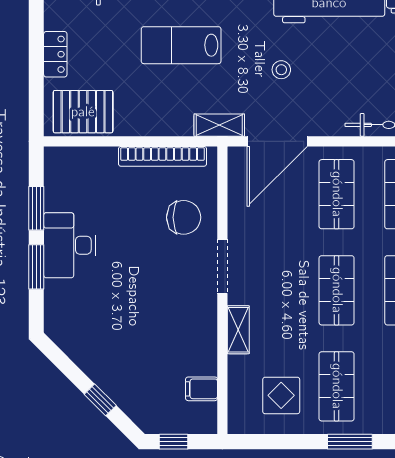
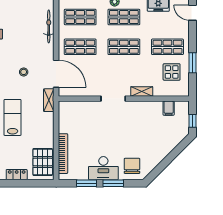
lab bench: (181, 45) -> (13, 117), turned 180
bookcase: (162, 156) -> (63, 154), moved
chair: (184, 217) -> (132, 166), moved
window: (100, 400) -> (174, 154), removed
window: (350, 442) -> (193, 63), moved

